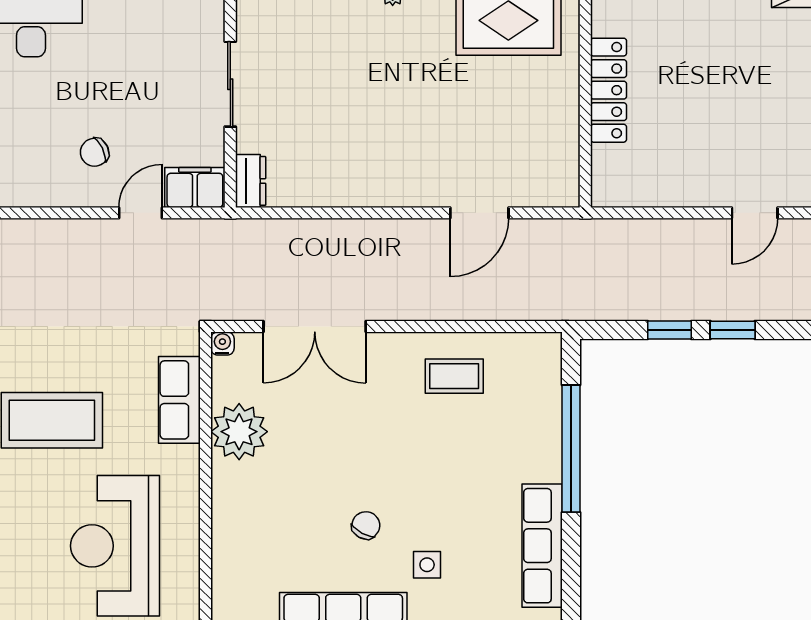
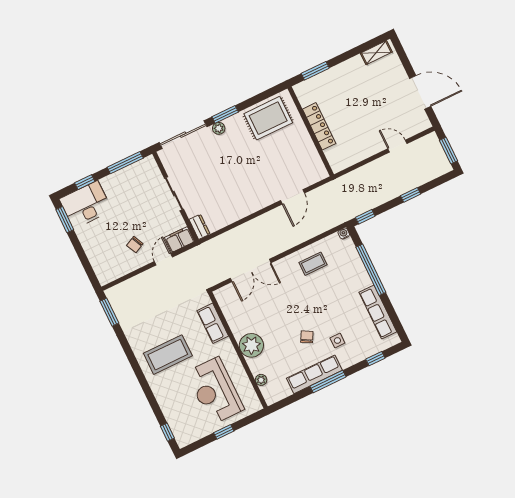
door: (755, 213) -> (397, 146), swing flipped
window: (669, 330) -> (365, 217), moved
water cooler: (222, 343) -> (344, 233), moved
plant: (239, 432) -> (251, 345), moved
plant: (224, 570) -> (261, 380), added

